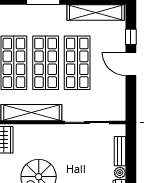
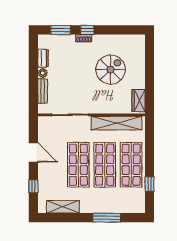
shelving: (96, 13) -> (63, 207), width x0.68
door: (131, 64) -> (33, 152), moved

